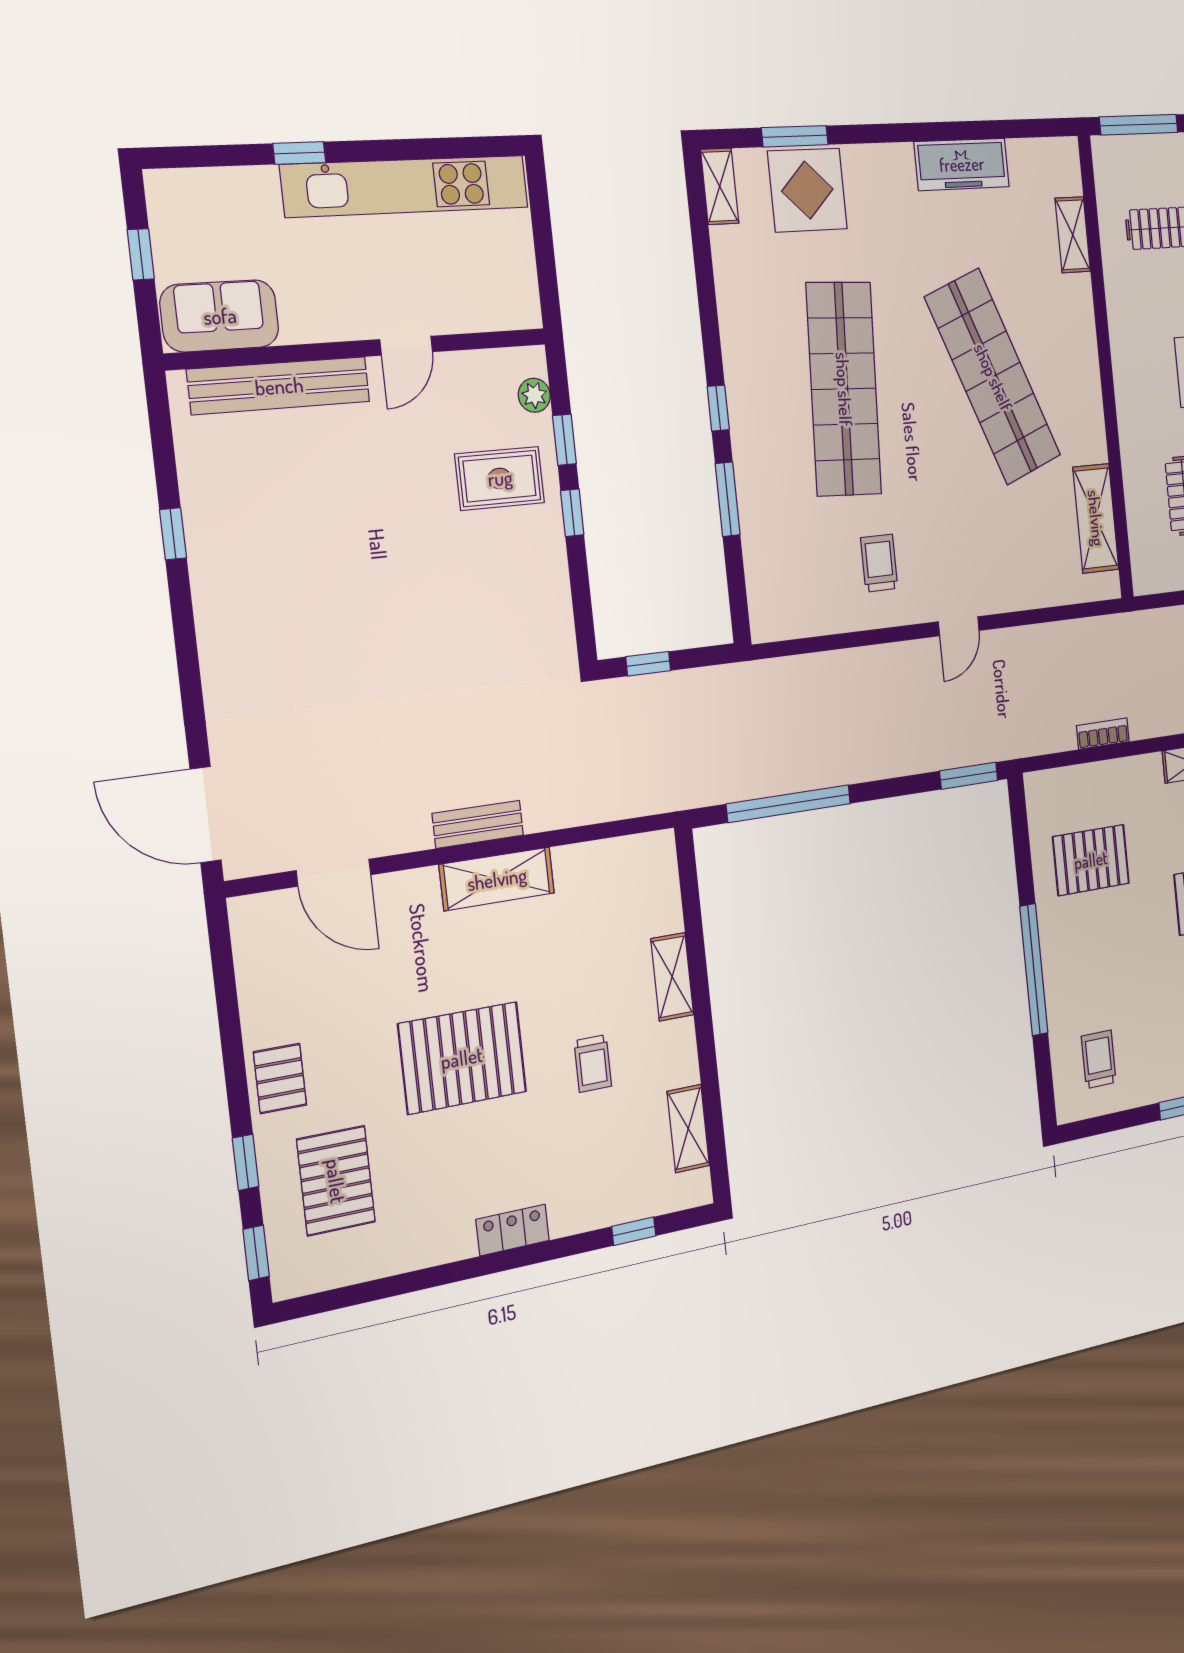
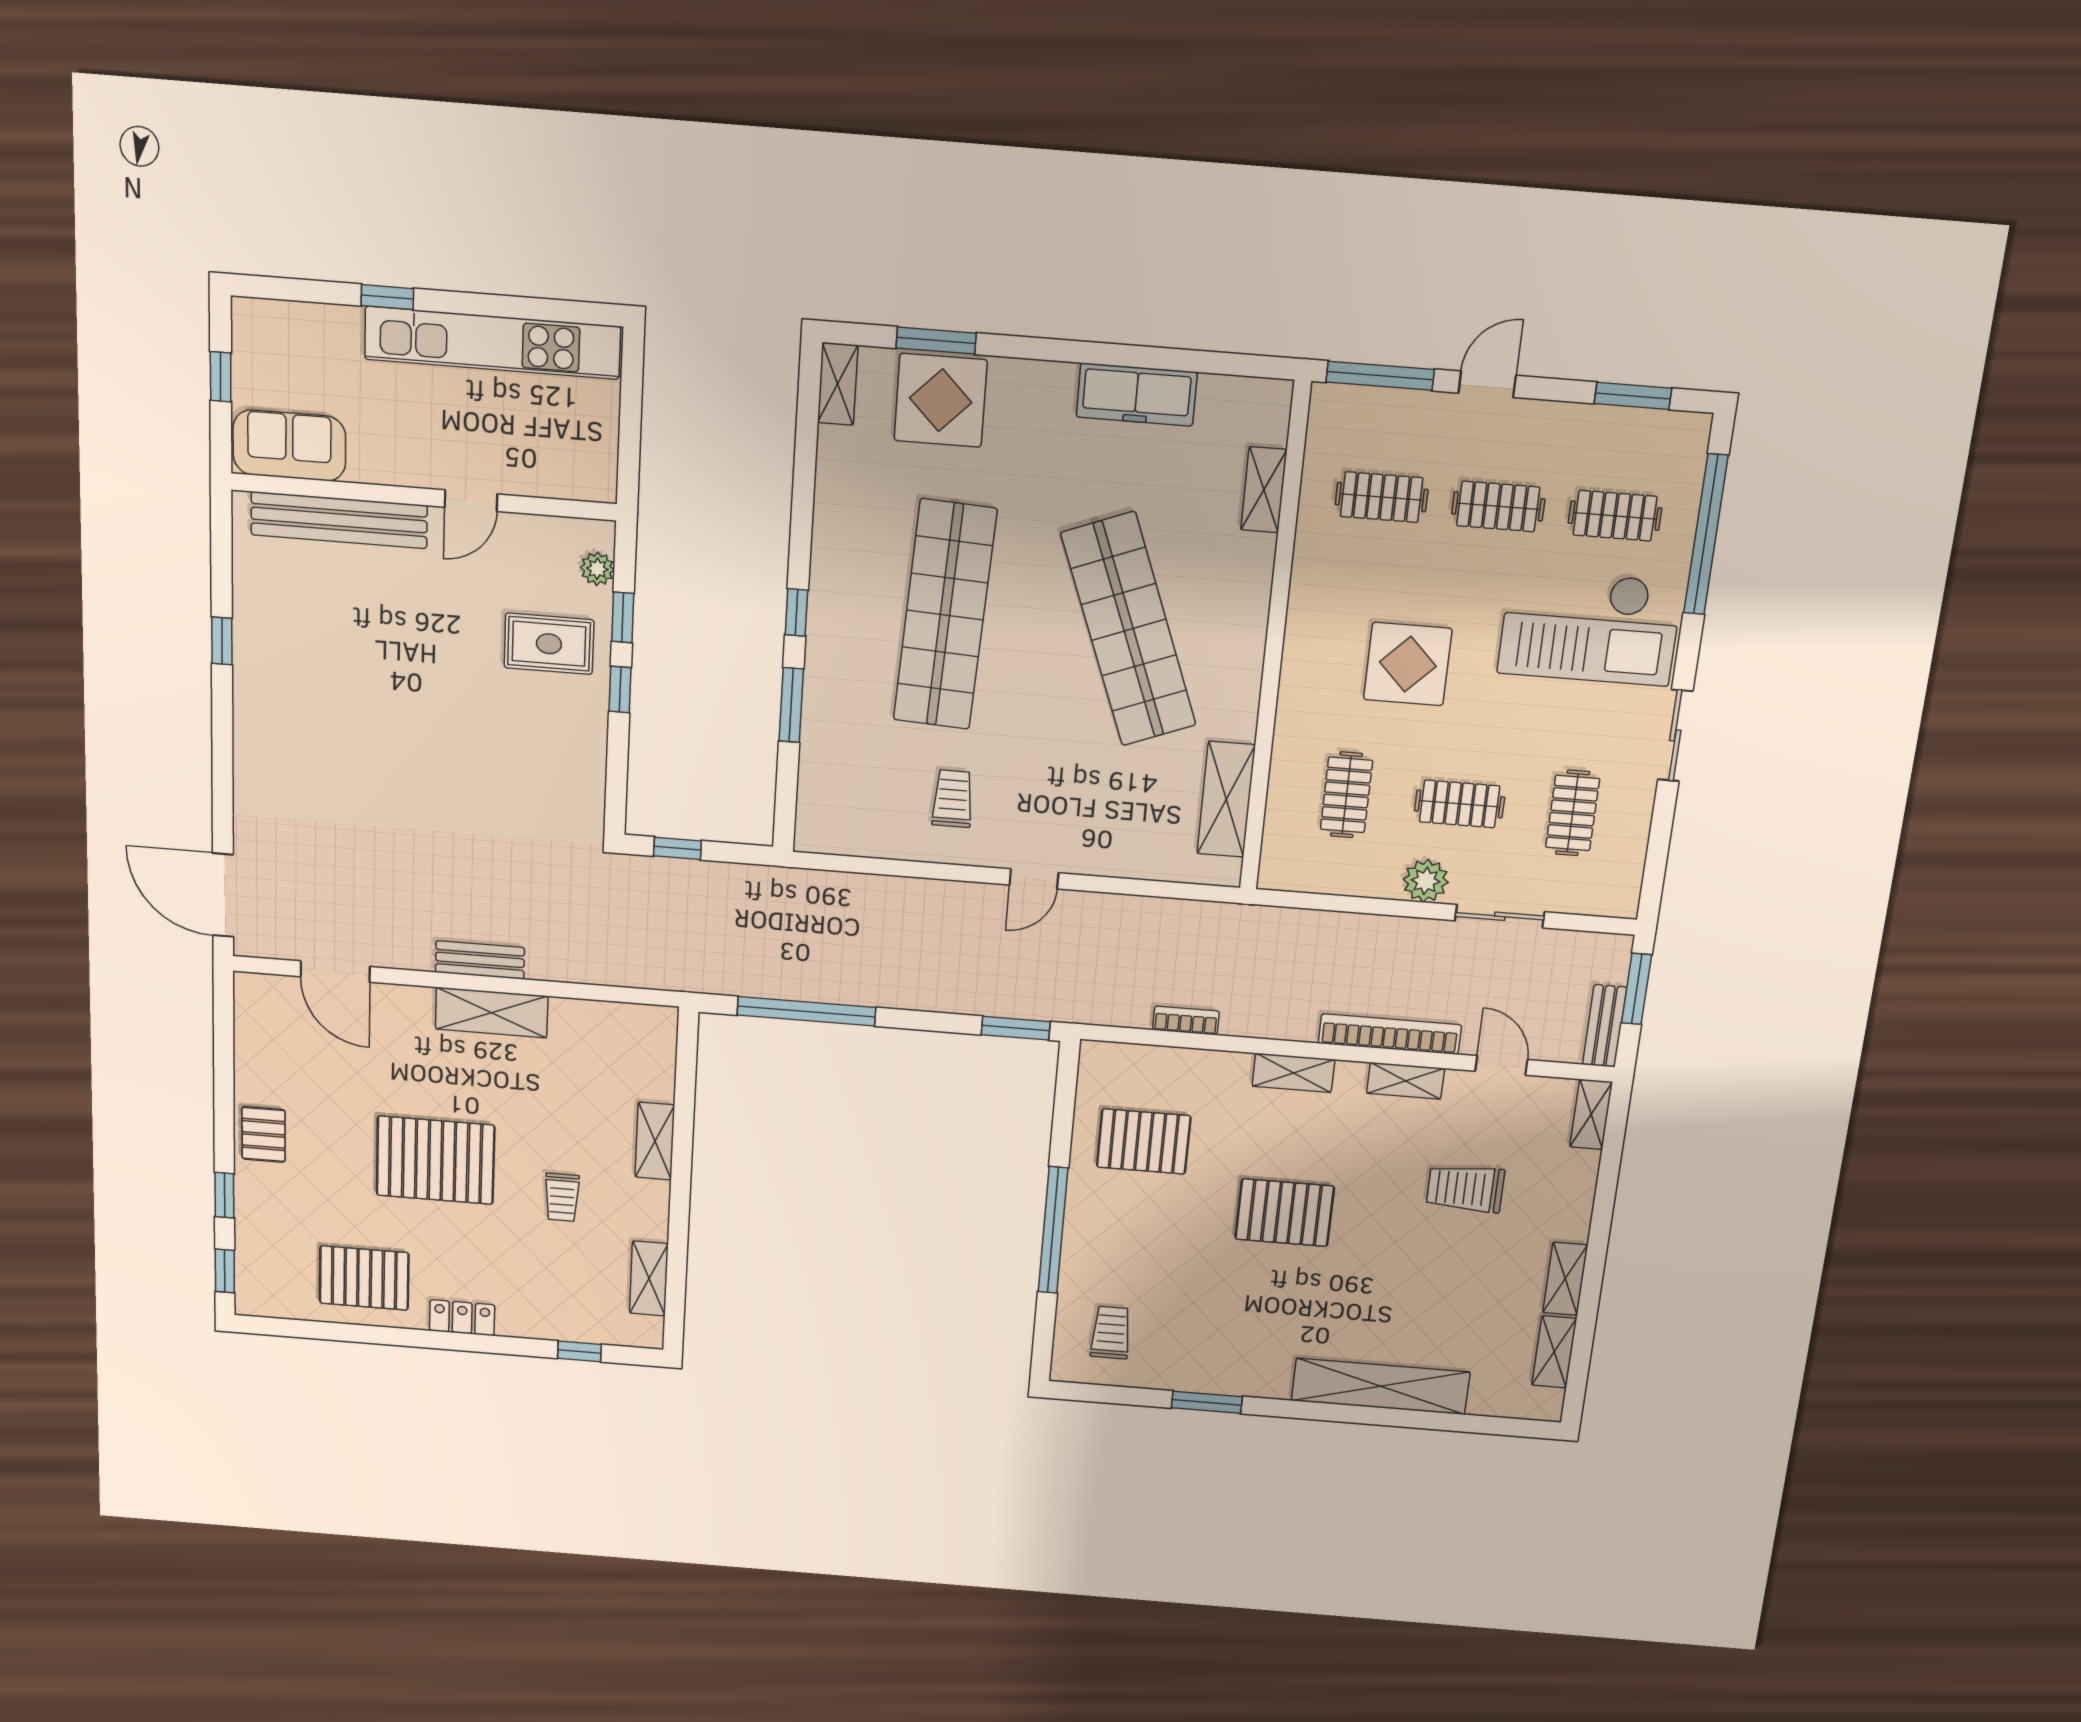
pallet: (336, 1181) -> (364, 1278), moved, turned 90

